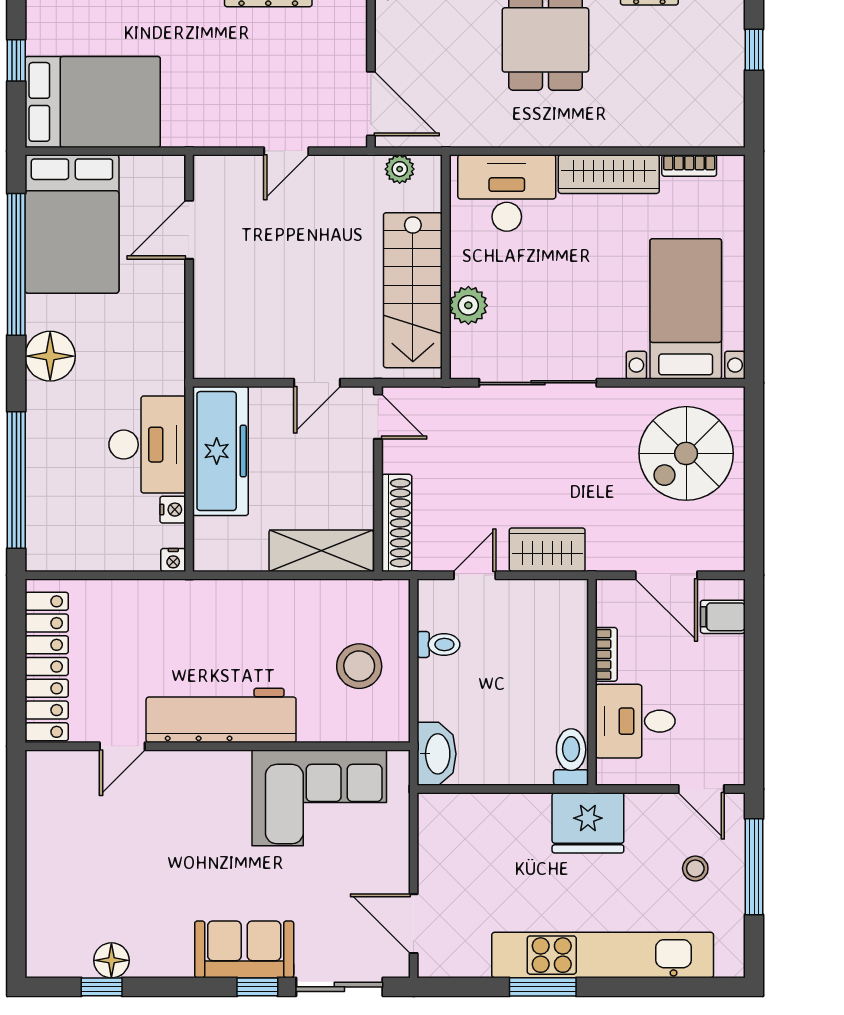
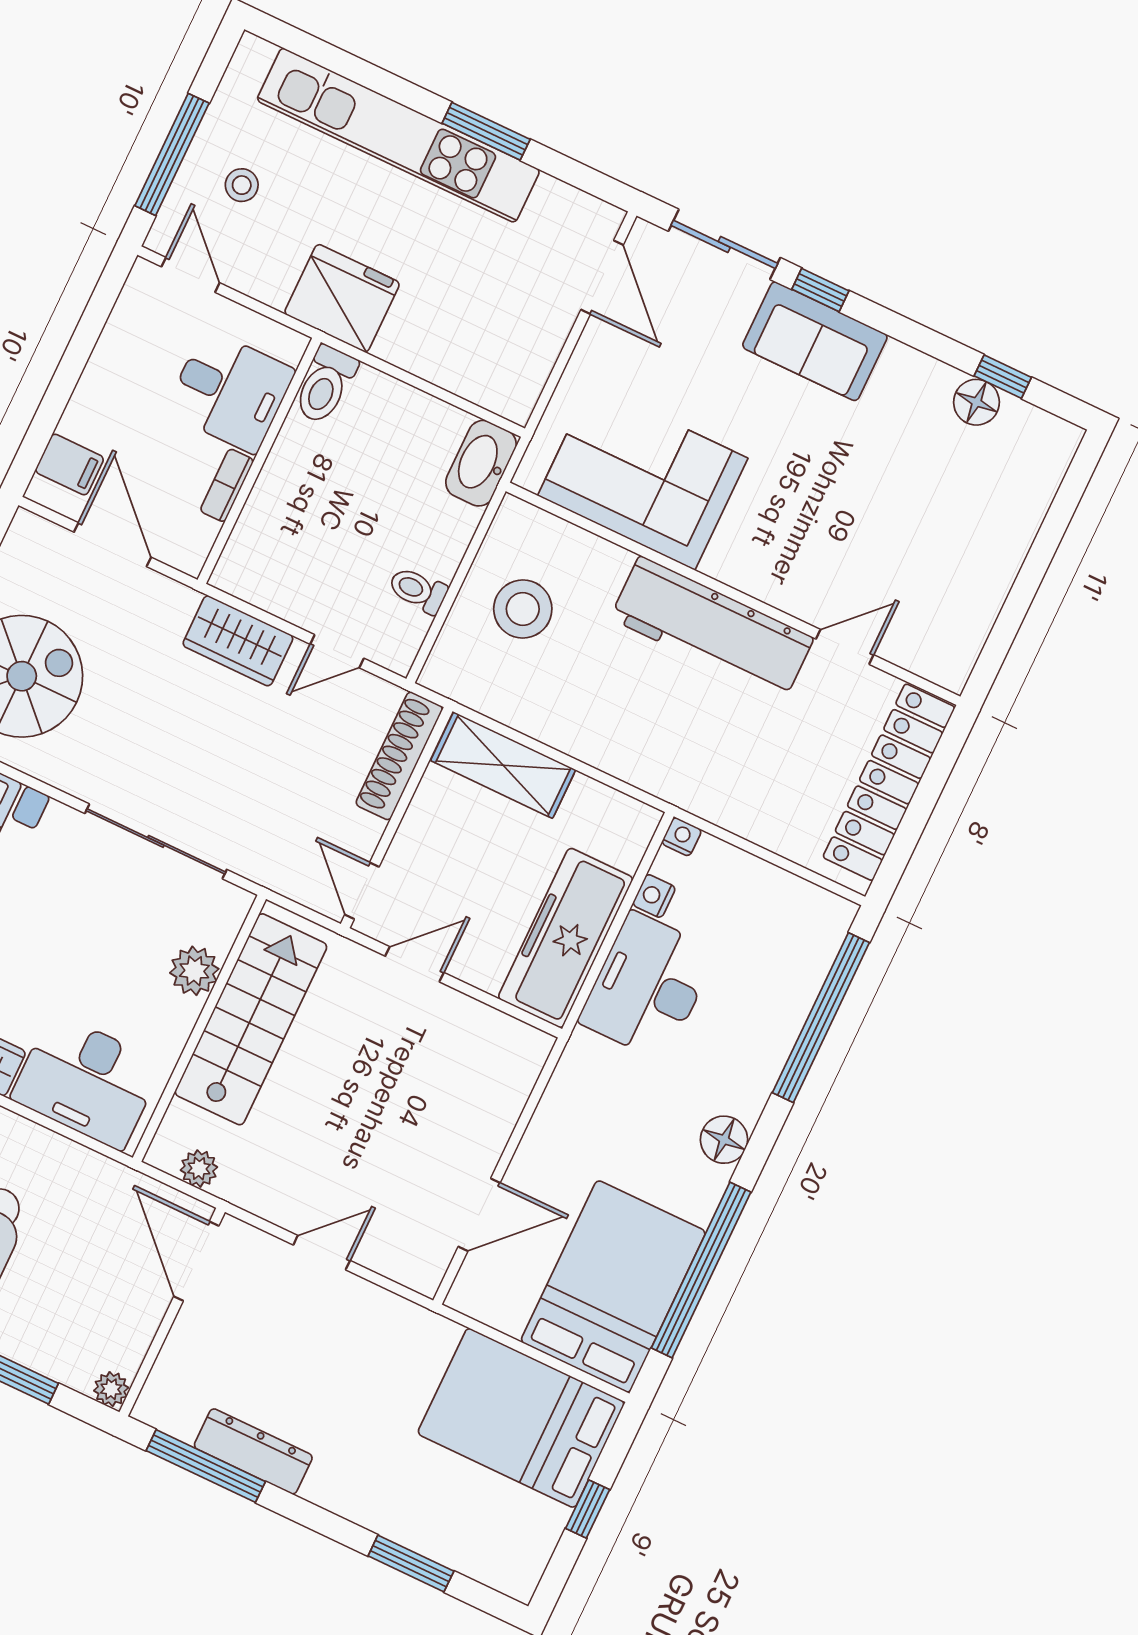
floor lamp: (50, 356) -> (724, 1140), width x0.73, depth x0.73

